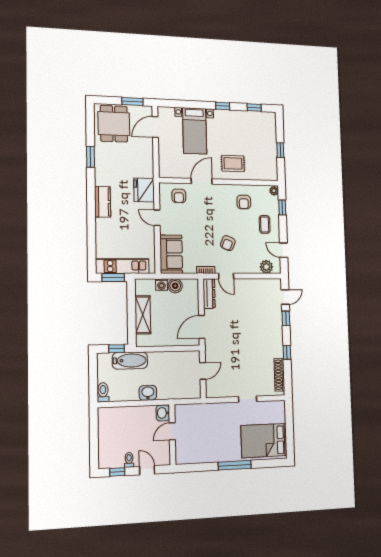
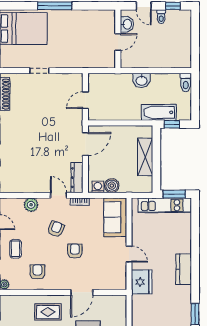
armchair: (179, 196) -> (75, 251), moved
plant: (266, 267) -> (31, 205), moved
washing machine: (161, 284) -> (98, 187), moved
washbasin: (163, 413) -> (127, 24), moved

